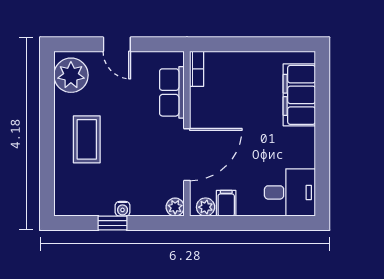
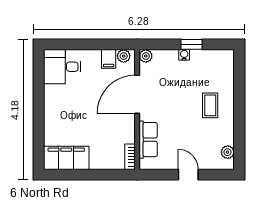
plant: (71, 75) -> (228, 152), width x0.53, depth x0.53
filing cabinet: (299, 95) -> (66, 158), moved, turned -90
coffee table: (87, 139) -> (210, 105), width x0.73, depth x0.77

